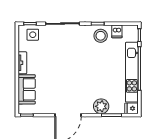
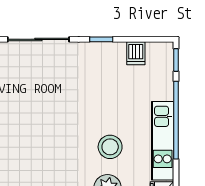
stool: (101, 36) -> (110, 147), moved
kitchen unit: (132, 72) -> (163, 141), width x0.73

